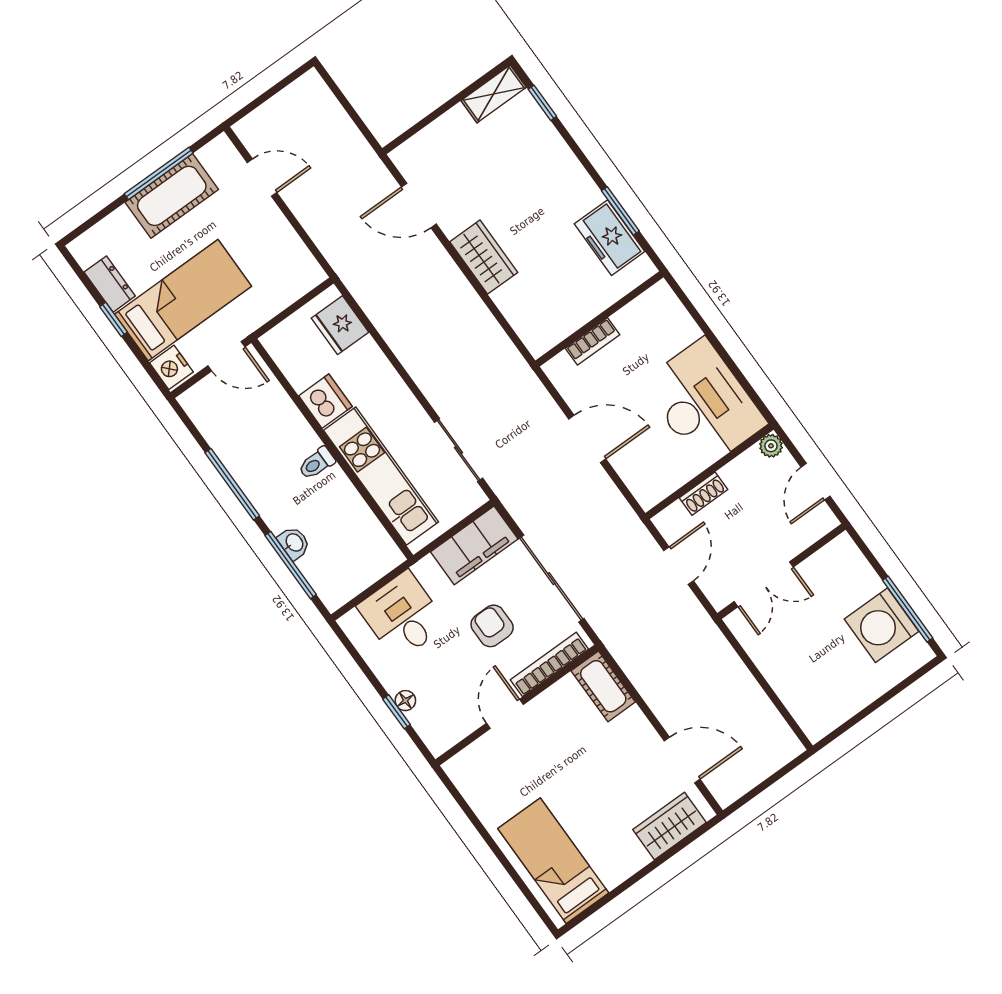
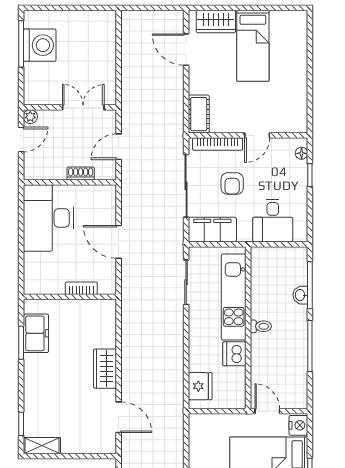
plant: (771, 446) -> (30, 117), moved
floor lamp: (405, 701) -> (302, 153), moved
bed: (553, 861) -> (253, 46), moved

